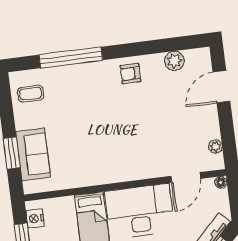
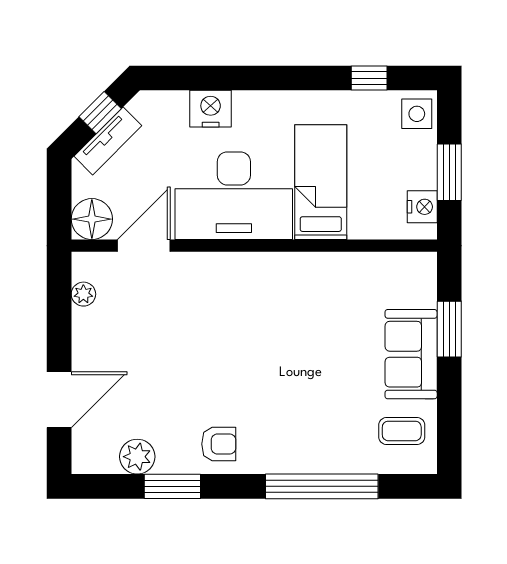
window: (153, 47) -> (172, 486), added
sofa: (33, 154) -> (411, 354), moved
floor lamp: (221, 182) -> (92, 219), width x1.89, depth x1.89

